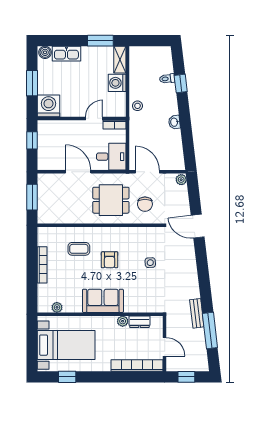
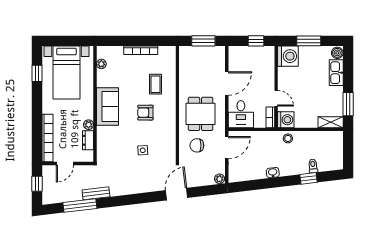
washing machine: (117, 83) -> (286, 120), moved, turned 90

